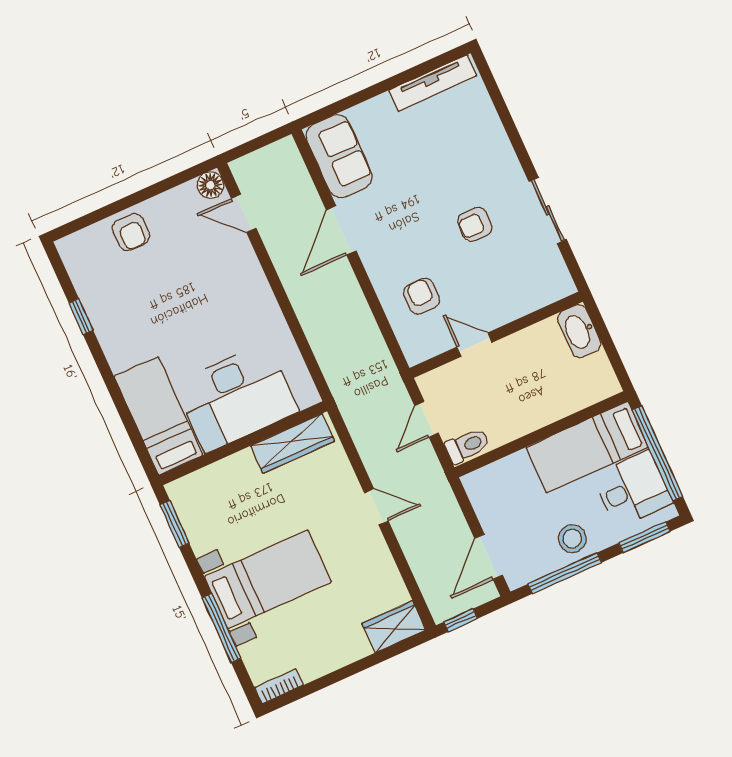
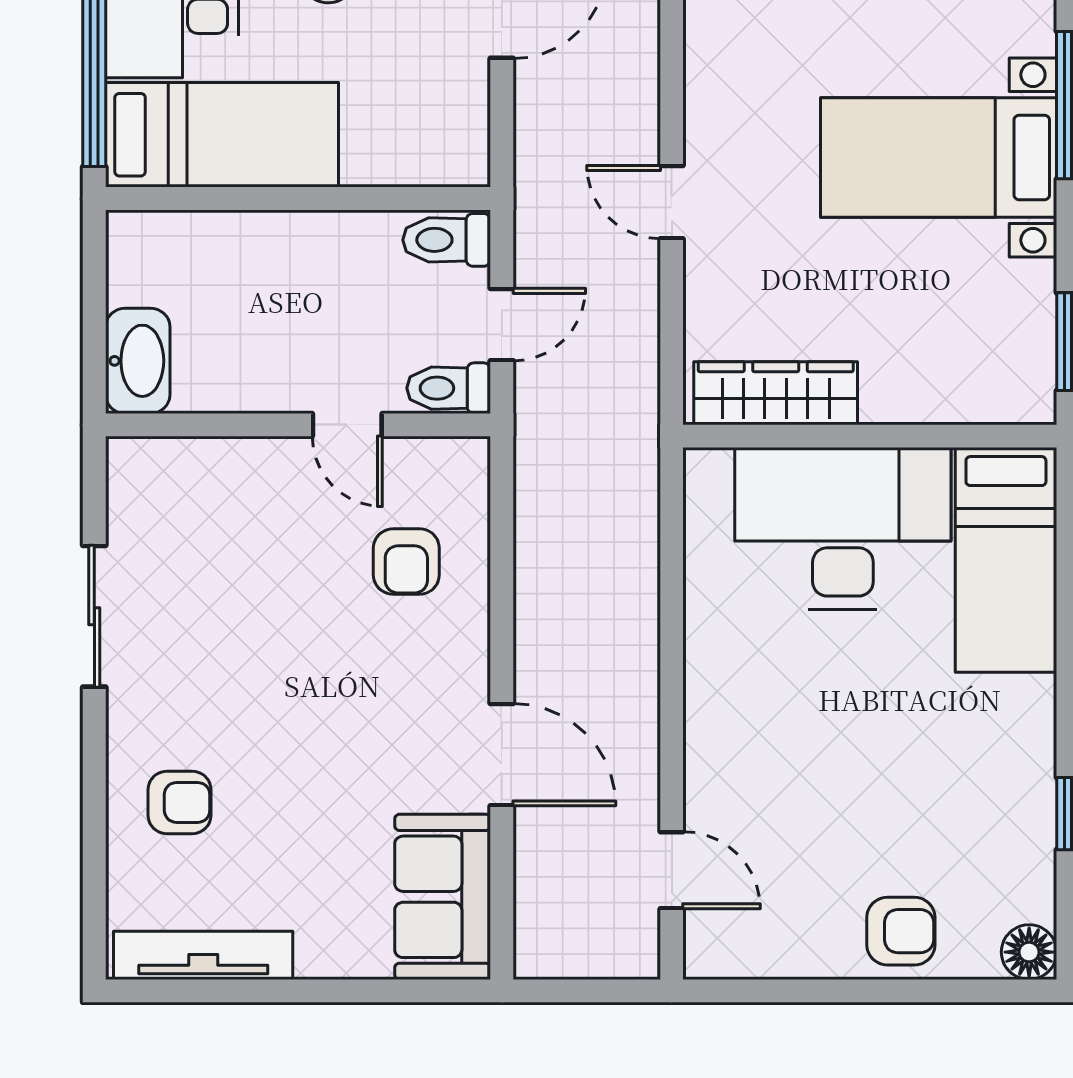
floor lamp: (210, 185) -> (1029, 952), moved
armchair: (475, 224) -> (180, 802), moved
door: (341, 230) -> (502, 755), hinge flipped
armchair: (131, 232) -> (901, 931), turned 90
toilet: (437, 381) -> (449, 388), added

